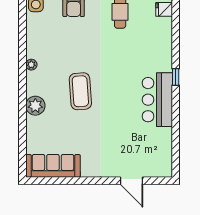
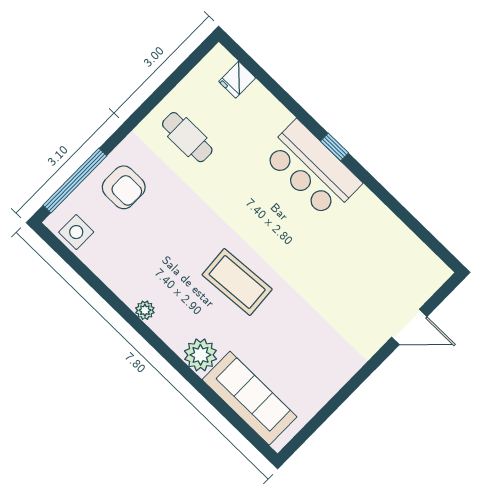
bar counter: (157, 100) -> (312, 169), moved
sofa: (53, 166) -> (250, 398), moved, turned 90

